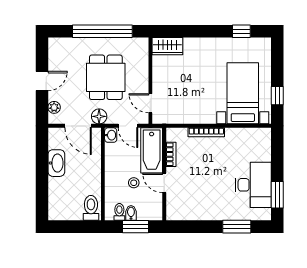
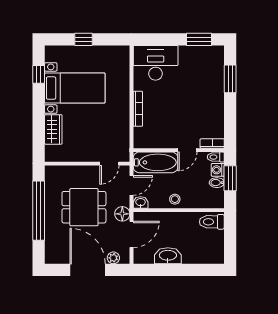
wardrobe: (167, 46) -> (53, 129), moved
door: (42, 81) -> (88, 270), width x1.87
bed with nightstands: (243, 93) -> (75, 88), moved, turned 180
window: (277, 96) -> (83, 39), moved
bookcase: (171, 154) -> (212, 143), moved
stool: (134, 183) -> (175, 199), moved
desk: (253, 185) -> (156, 63), moved
toilet: (119, 212) -> (216, 157), moved
washing machine: (144, 214) -> (218, 170), added

